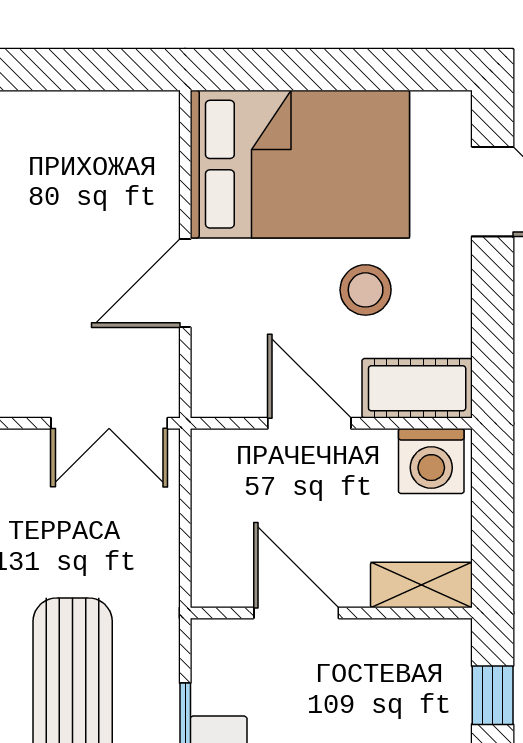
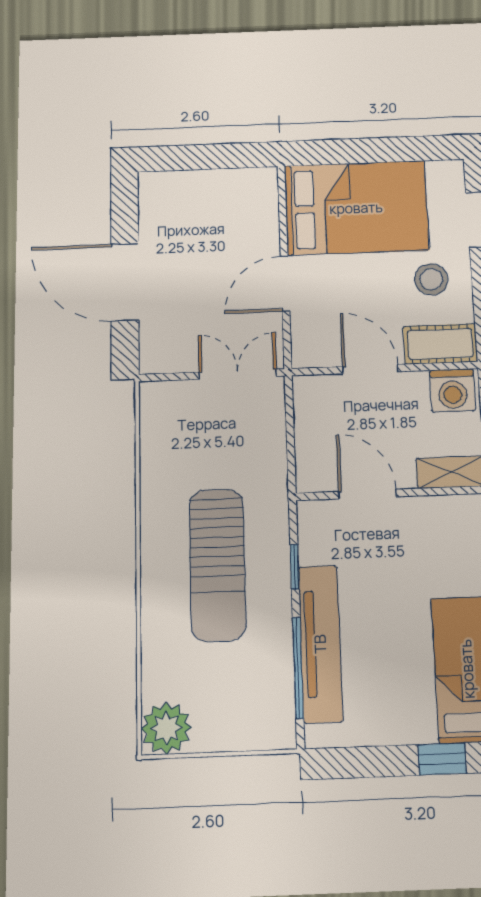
stool: (366, 290) -> (431, 279), moved
double door: (109, 423) -> (238, 374), swing flipped

